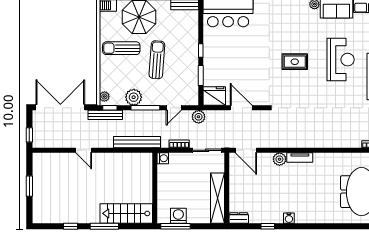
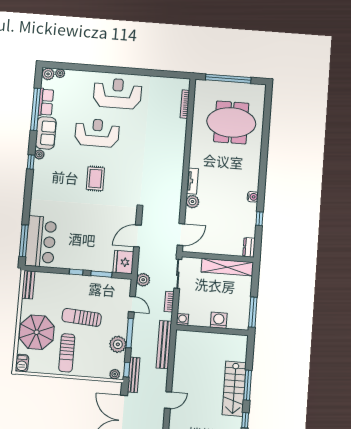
stairs: (126, 213) -> (234, 389), moved
washing machine: (178, 216) -> (219, 320), moved, turned 90

